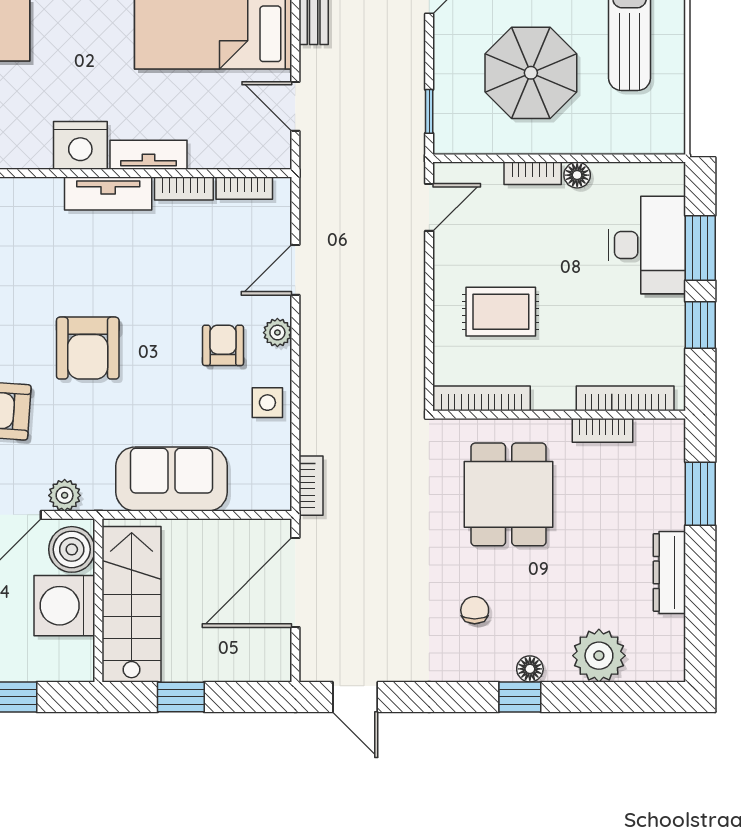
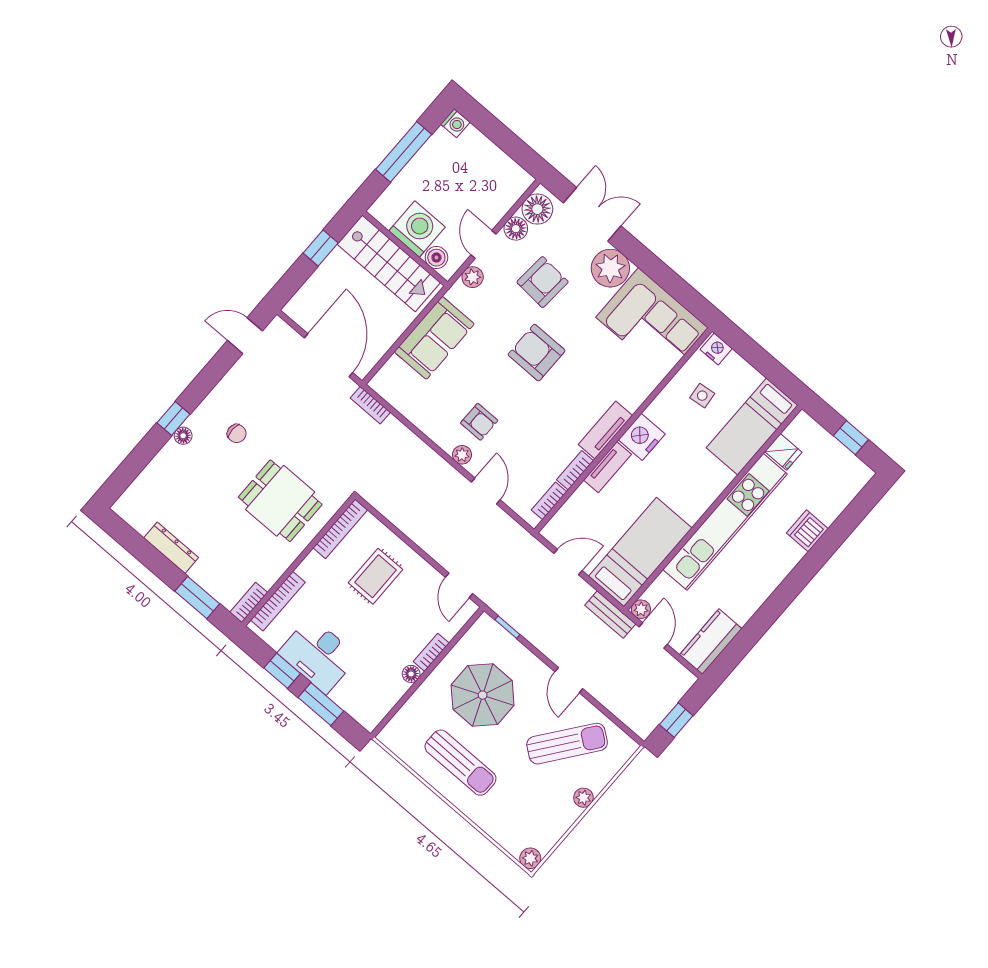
desk: (647, 245) -> (318, 655), moved
side table: (267, 403) -> (431, 419), removed
bookcase: (602, 430) -> (249, 602), moved
boiler: (72, 549) -> (436, 258), width x0.73, depth x0.73
plant: (599, 656) -> (160, 476), removed

